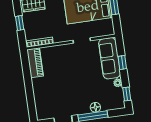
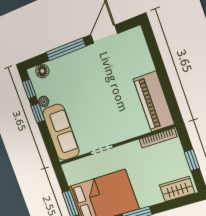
window: (122, 62) -> (38, 113), moved
piano: (35, 63) -> (154, 102), width x1.37, depth x1.33
floor lamp: (95, 107) -> (42, 71), moved

